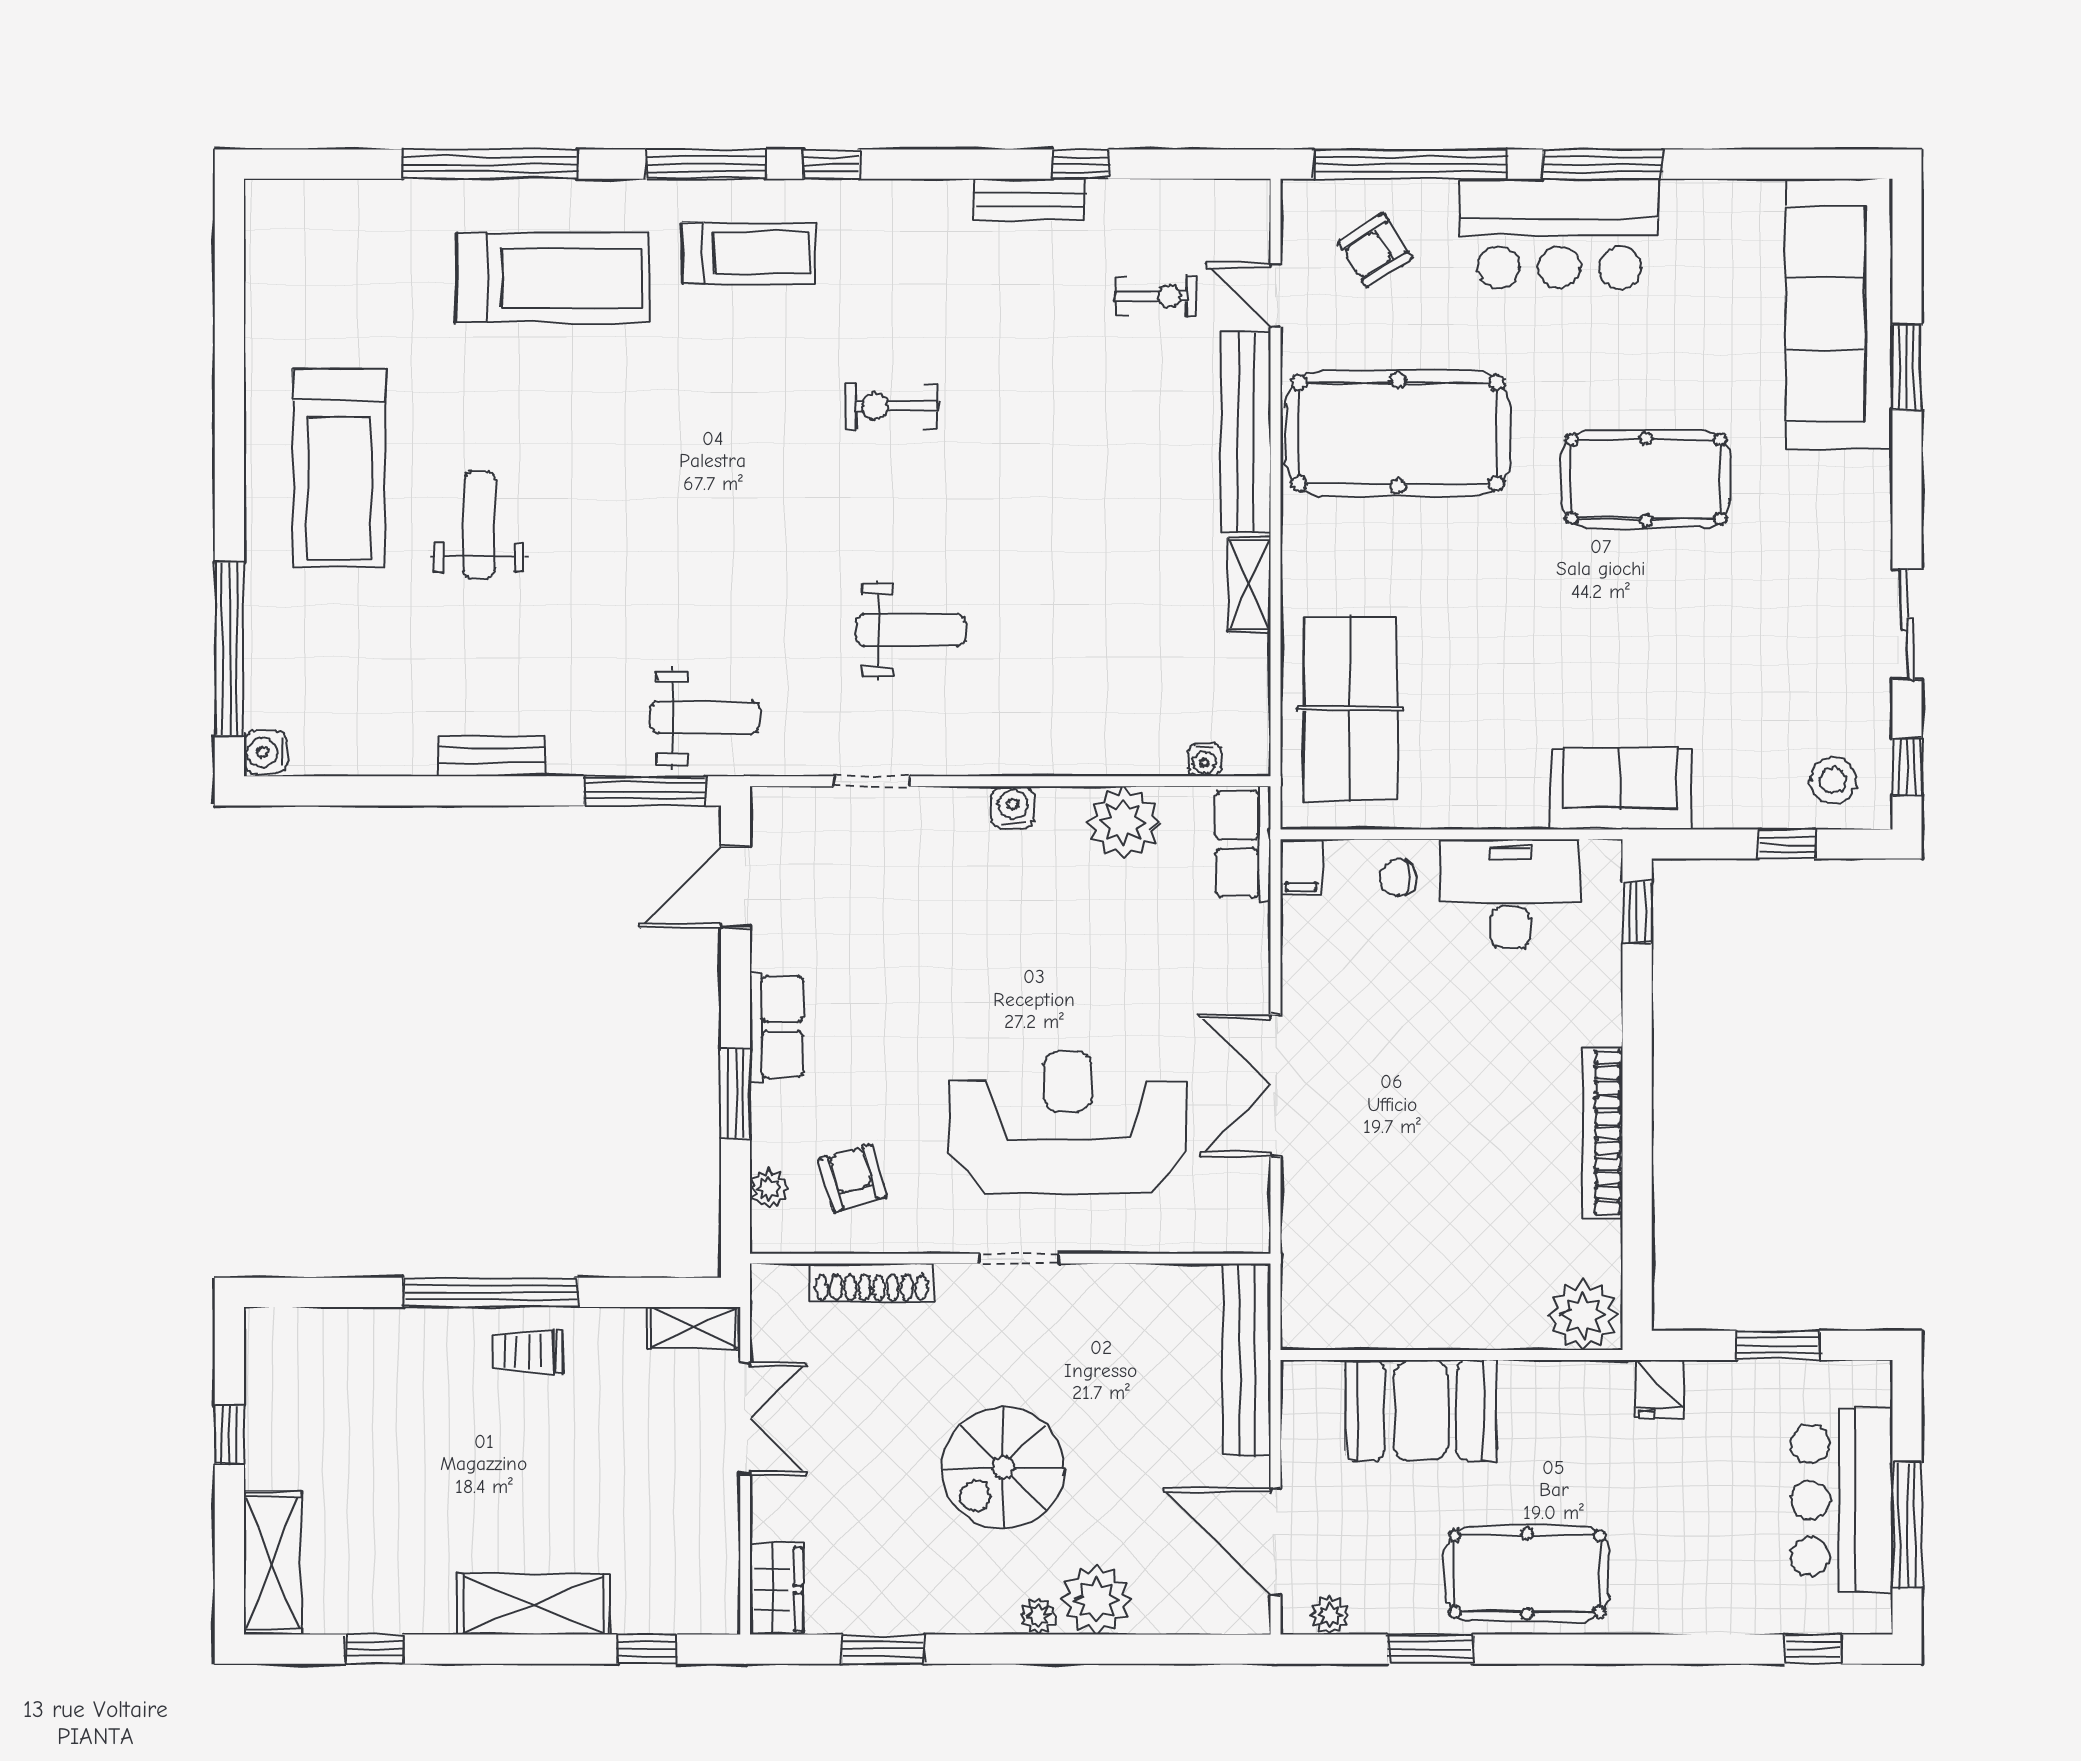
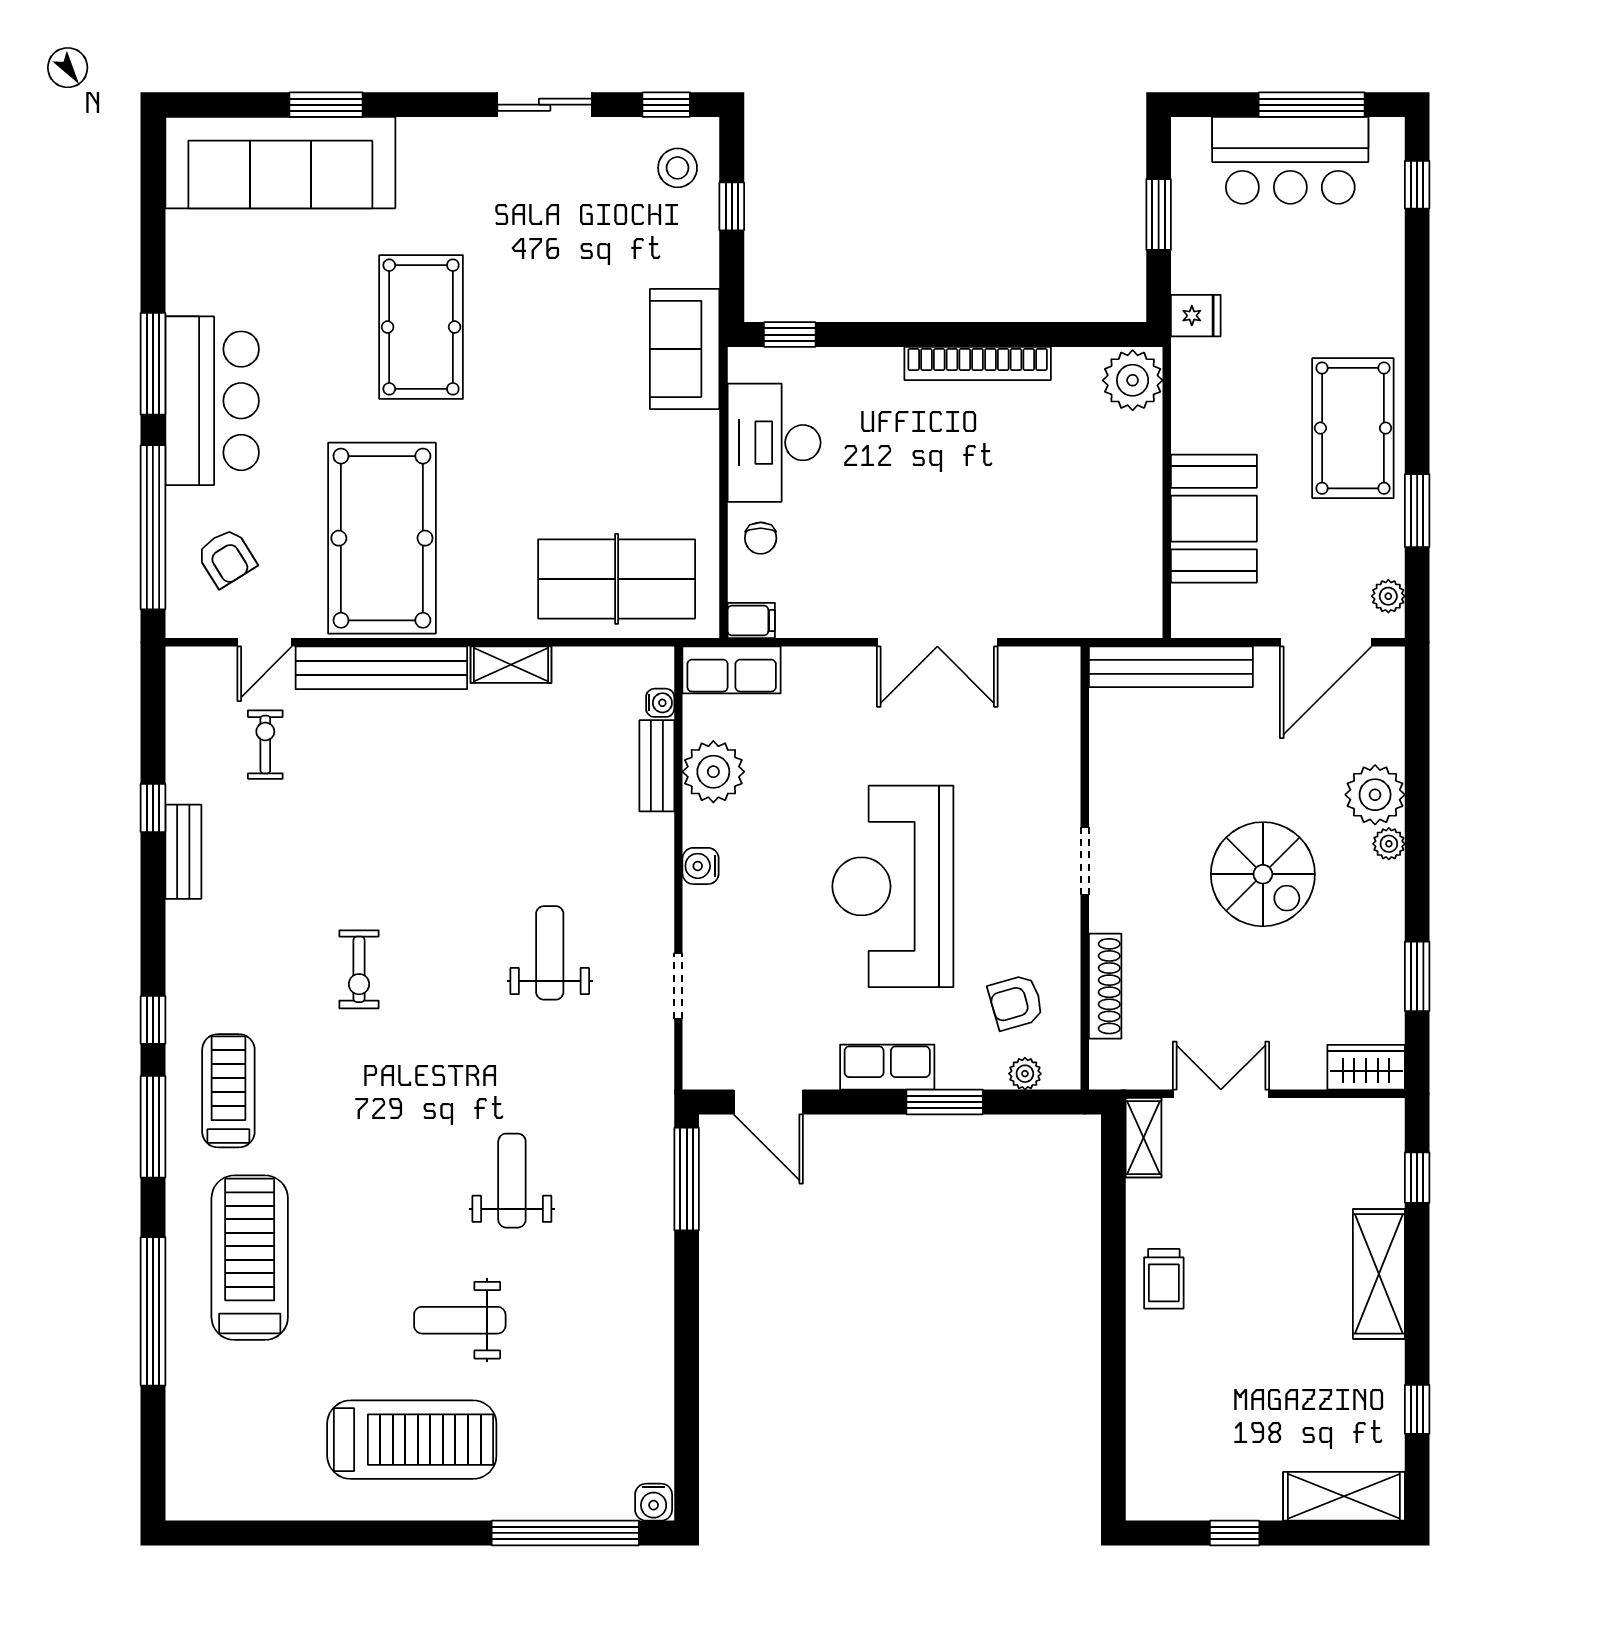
weight bench: (705, 717) -> (512, 1181), moved
bench: (491, 756) -> (657, 766), moved
reception desk: (1068, 1123) -> (893, 886), moved
window: (490, 1292) -> (1113, 1311), removed

